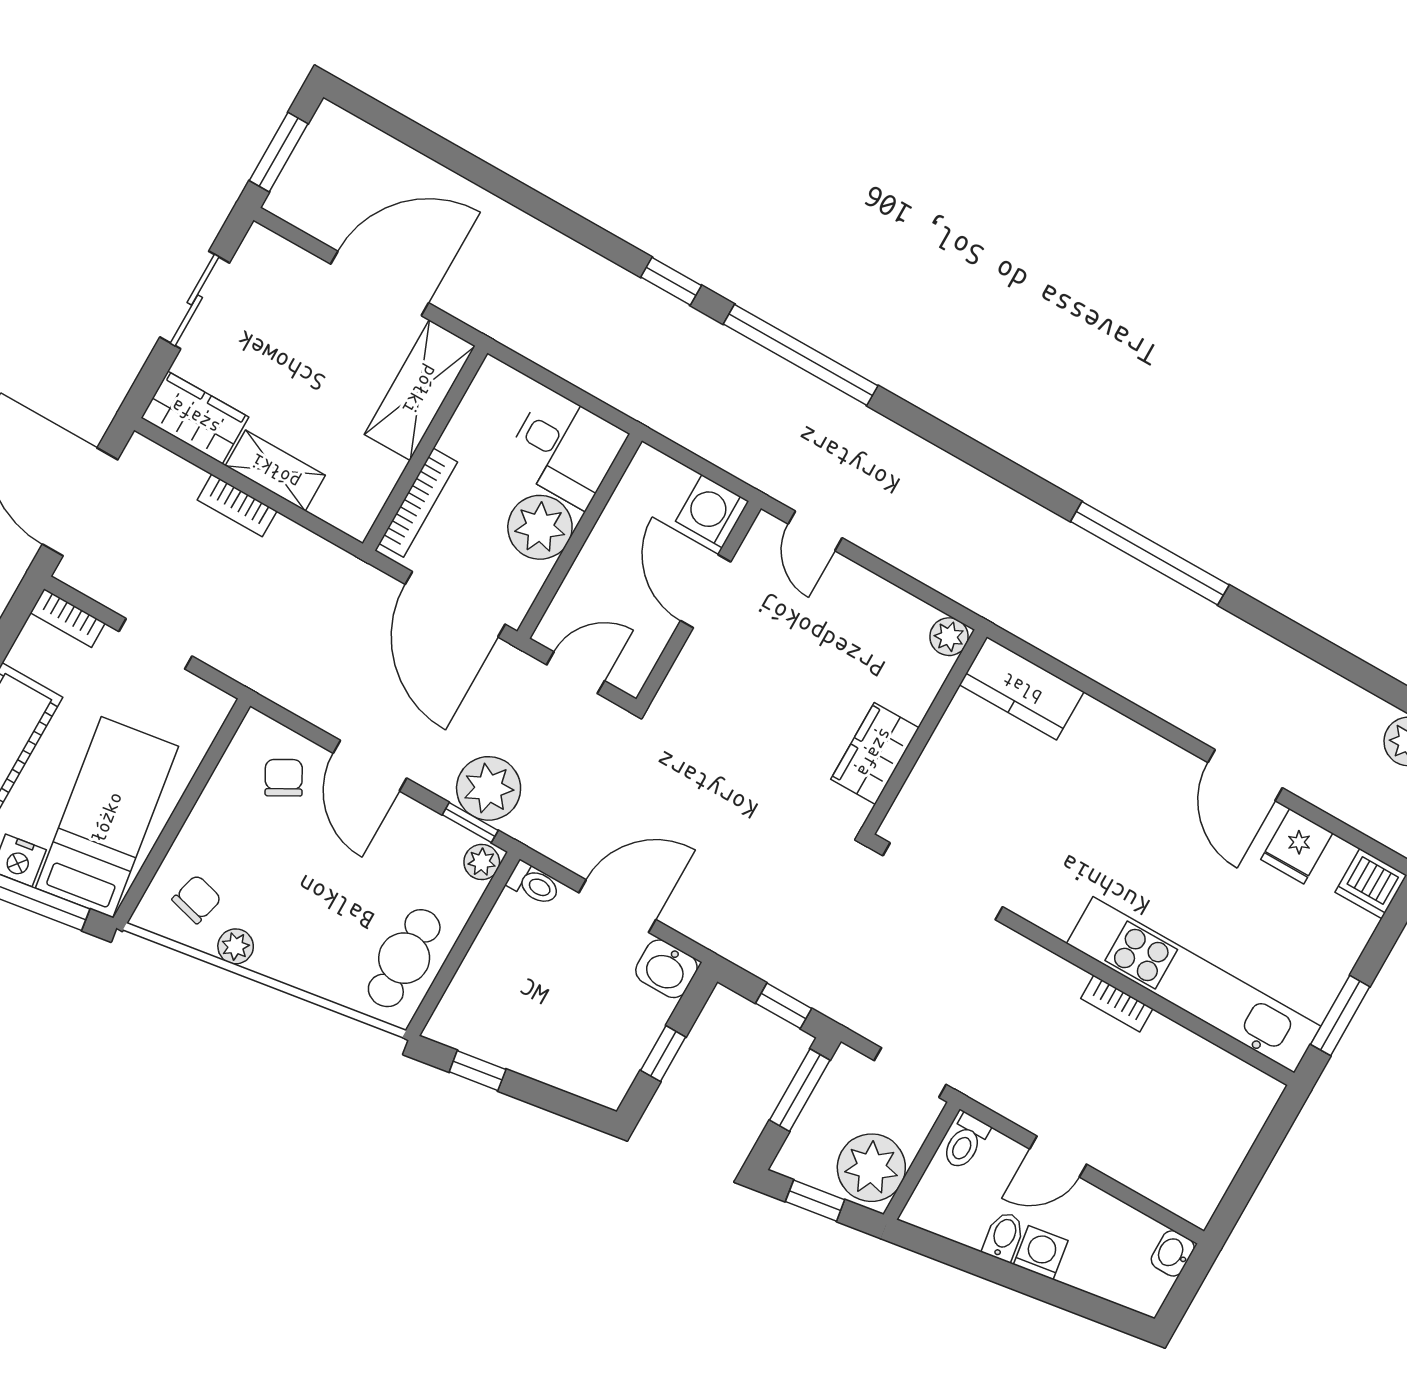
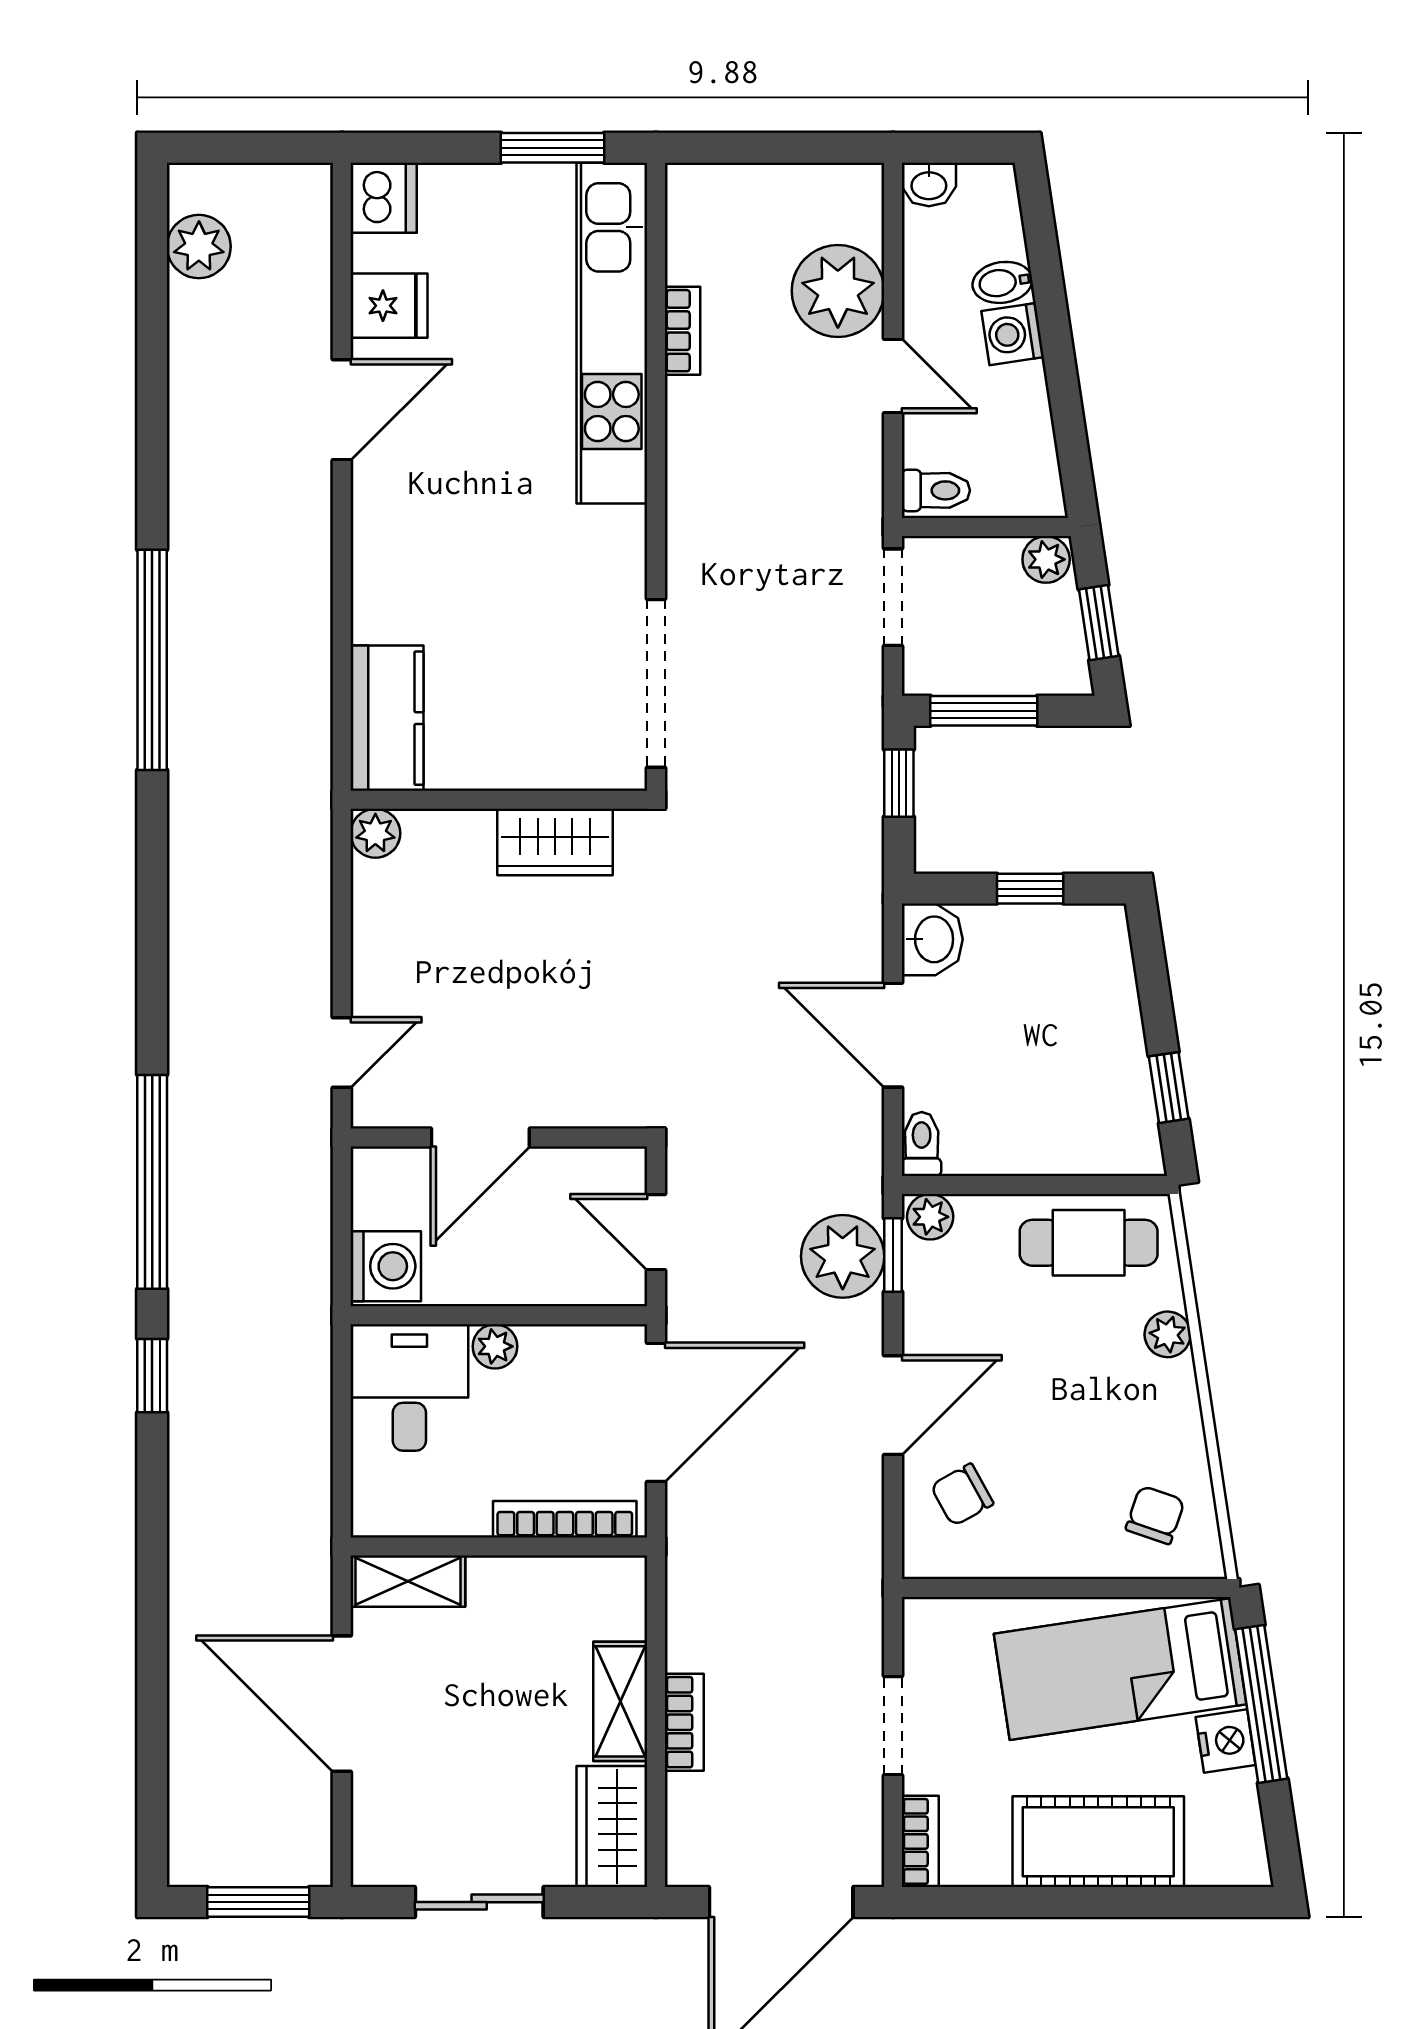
shelving: (420, 390) -> (408, 1581), width x0.67, depth x0.75
washing machine: (712, 511) -> (386, 1266), moved, turned -90
plant: (540, 527) -> (495, 1346), width x0.53, depth x0.53
chair: (197, 899) -> (1155, 1515), turned 94
plant: (236, 946) -> (1168, 1334), moved
bookcase: (1117, 1004) -> (682, 331), moved
plant: (1136, 1152) -> (838, 291), added
plant: (871, 1168) -> (1046, 559), width x0.53, depth x0.53
bidet: (1004, 1236) -> (1002, 282), moved

